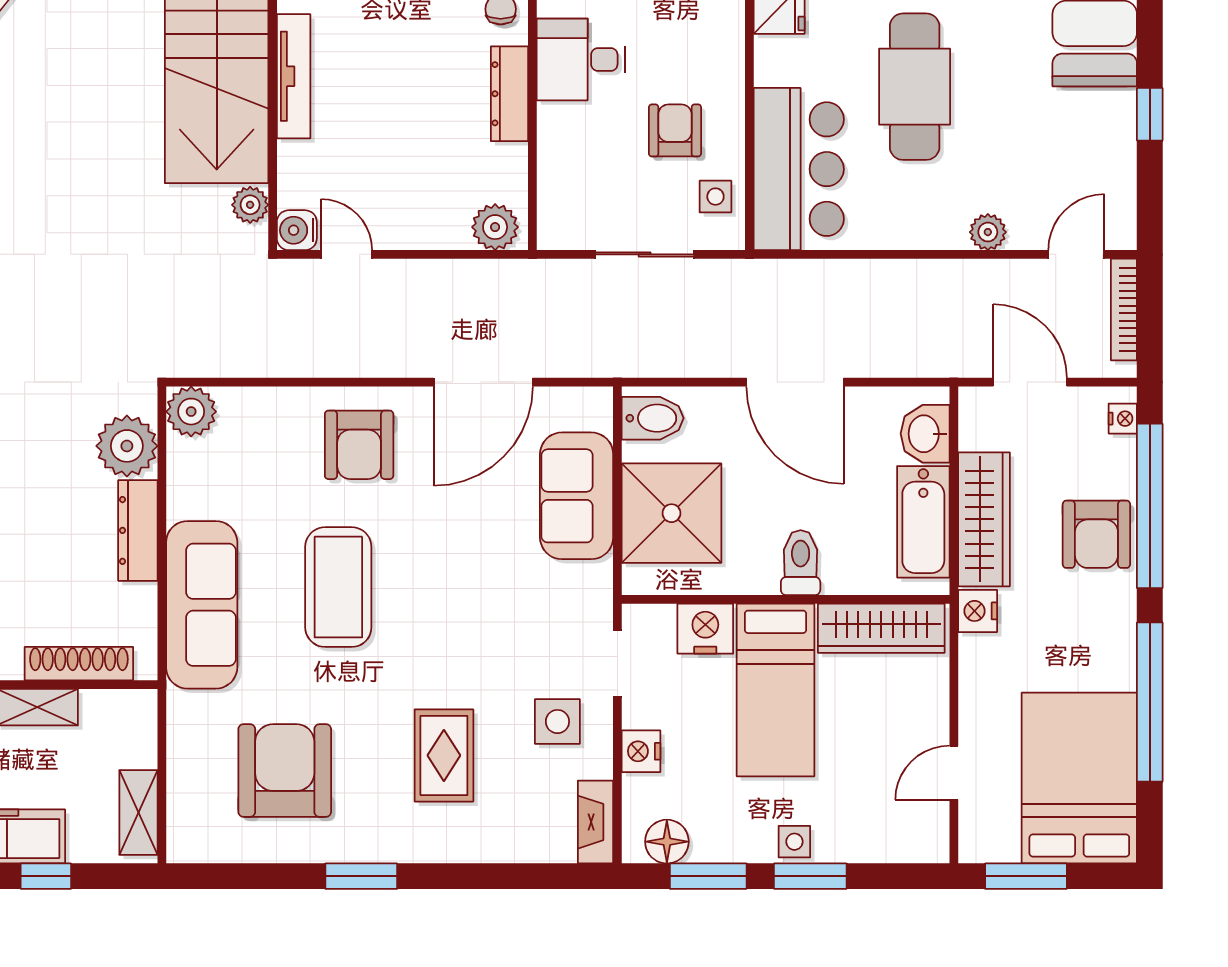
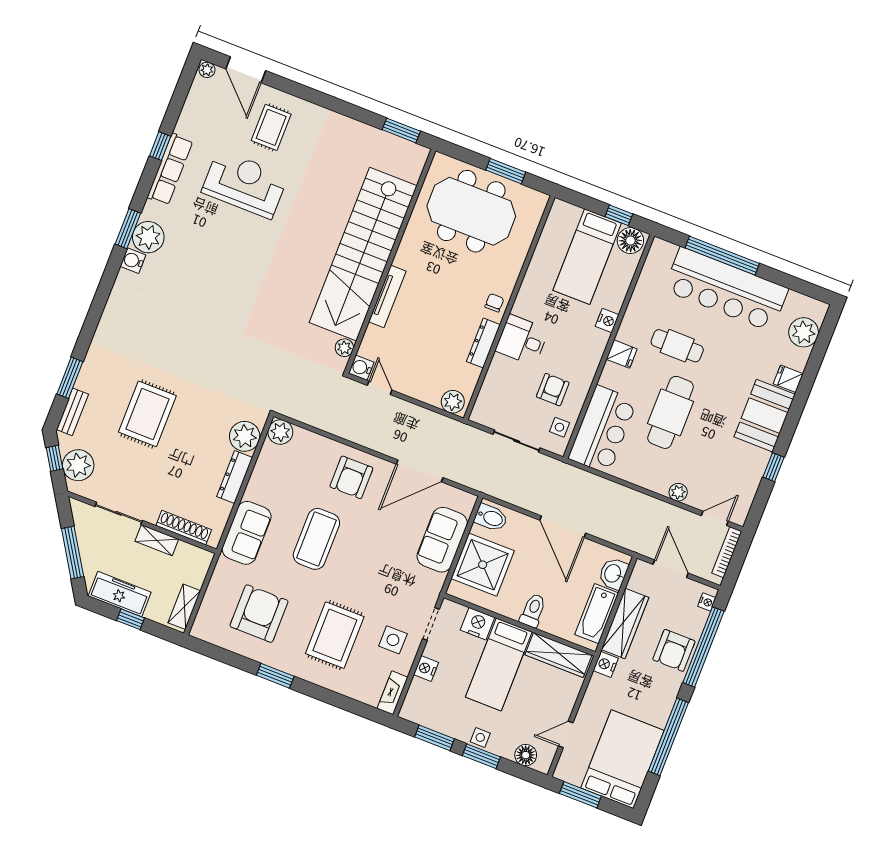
sofa: (202, 605) -> (247, 533), width x0.73
rug: (444, 755) -> (335, 635), width x1.36, depth x1.43
floor lamp: (667, 842) -> (526, 755), moved

